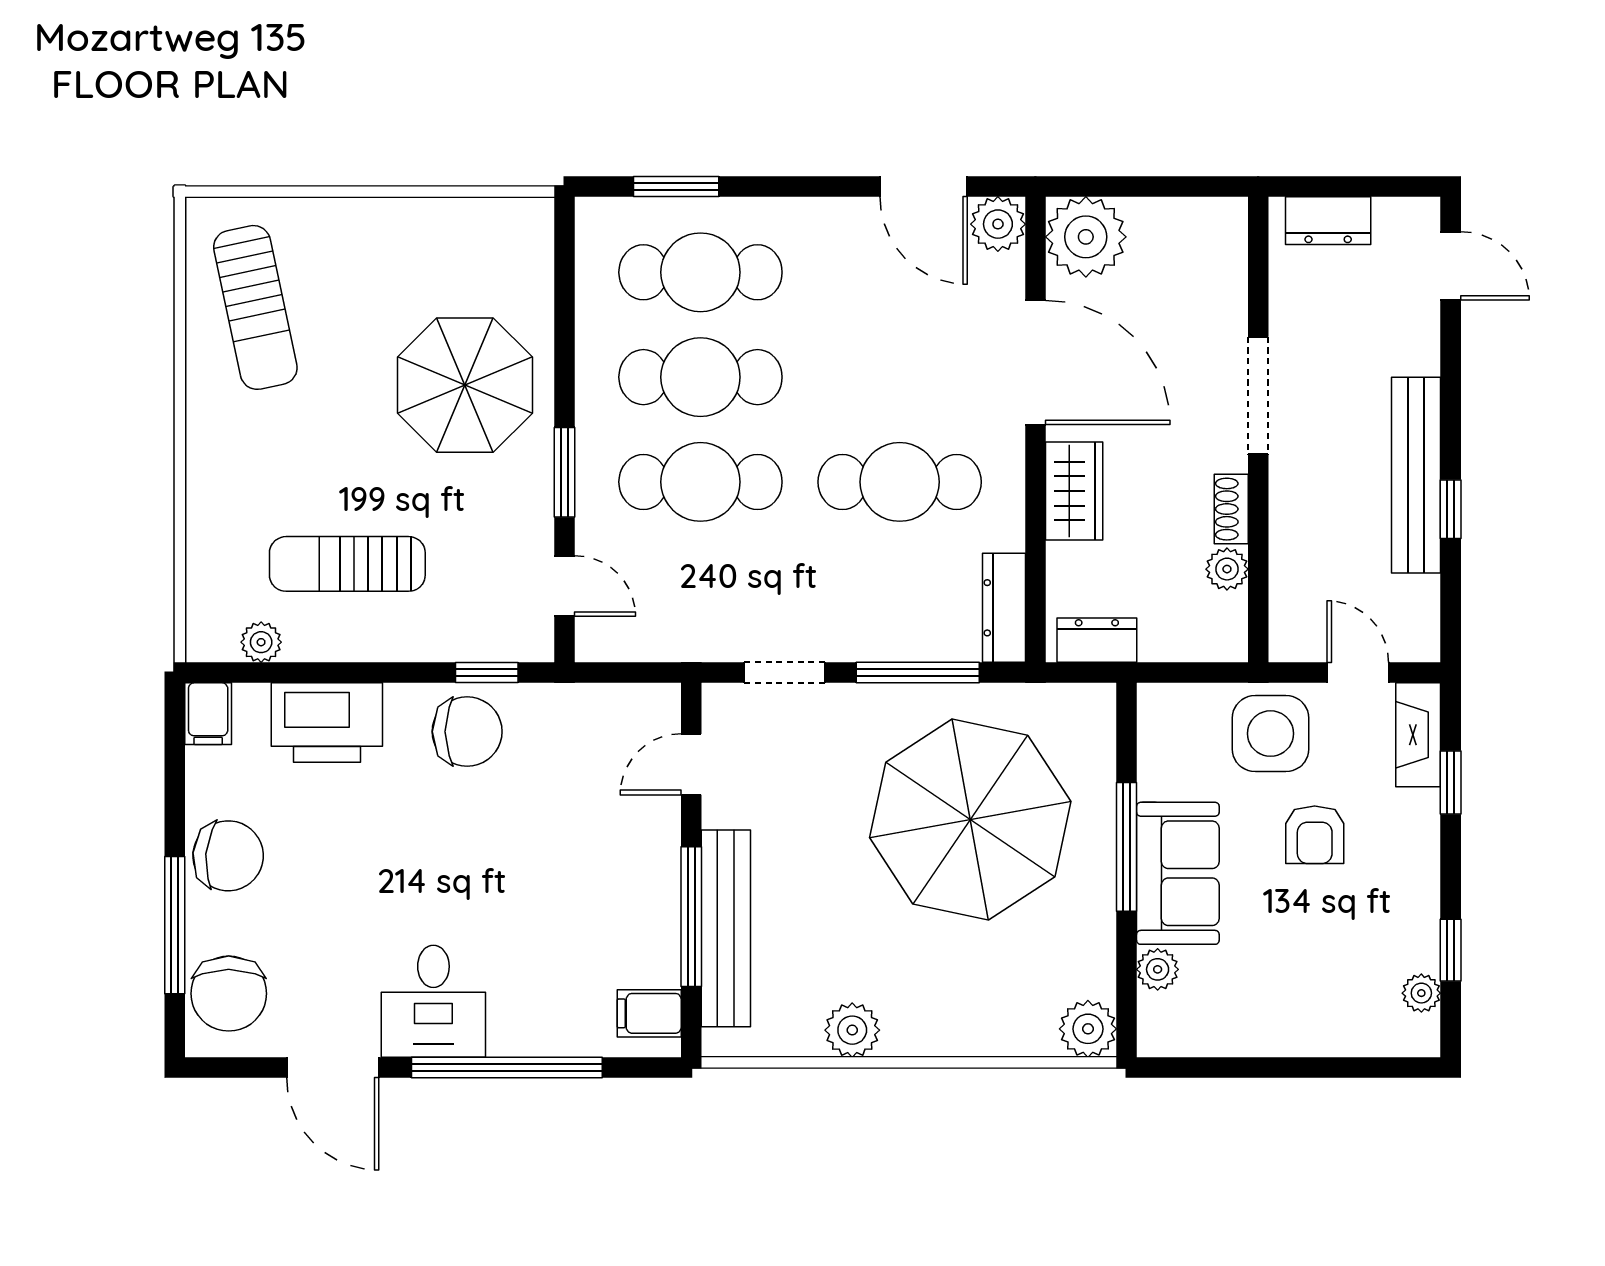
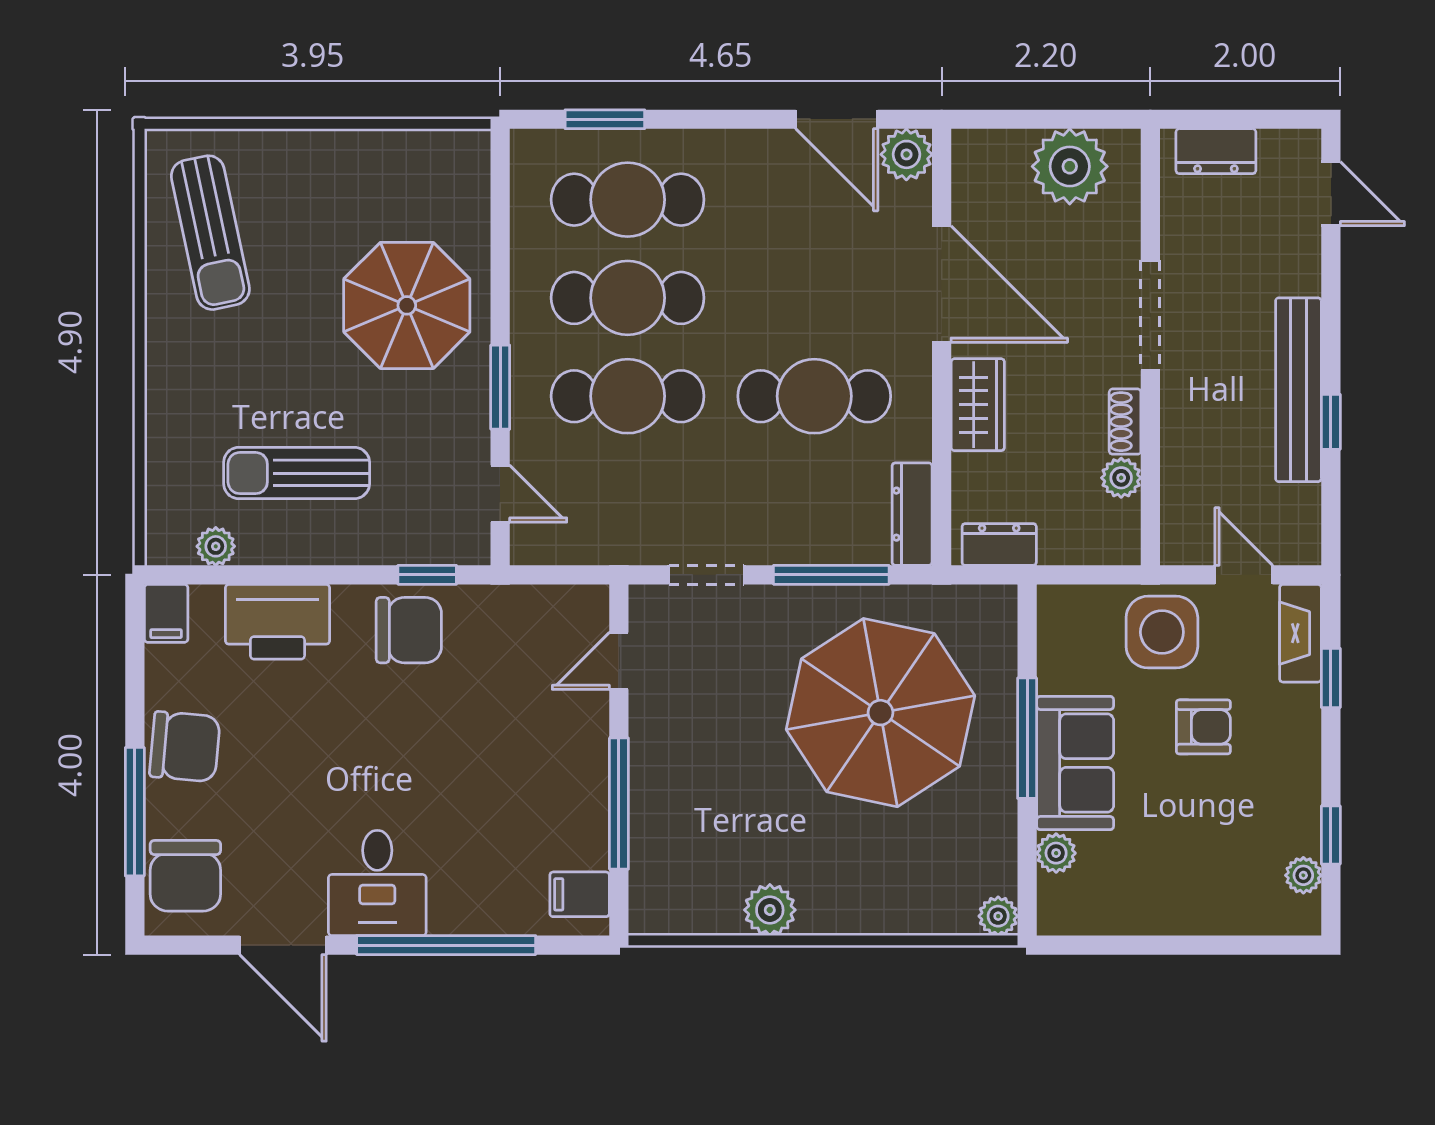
plant: (1086, 237) -> (1070, 166), moved
armchair: (1315, 835) -> (1203, 727), turned -90
bench: (726, 928) -> (651, 815), removed
plant: (1088, 1029) -> (998, 916), width x0.73, depth x0.73

